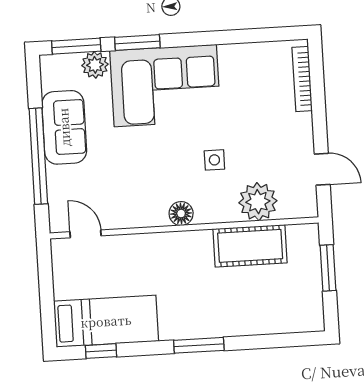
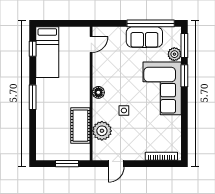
window: (38, 156) -> (151, 23), moved

